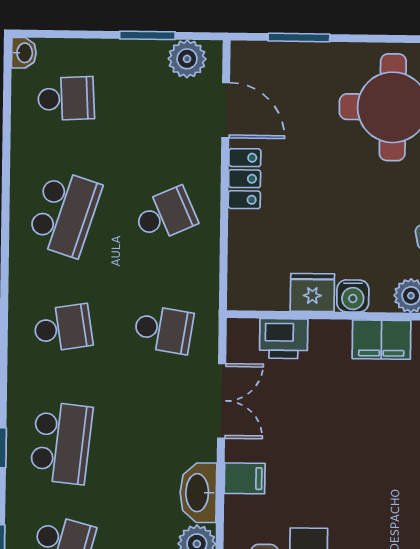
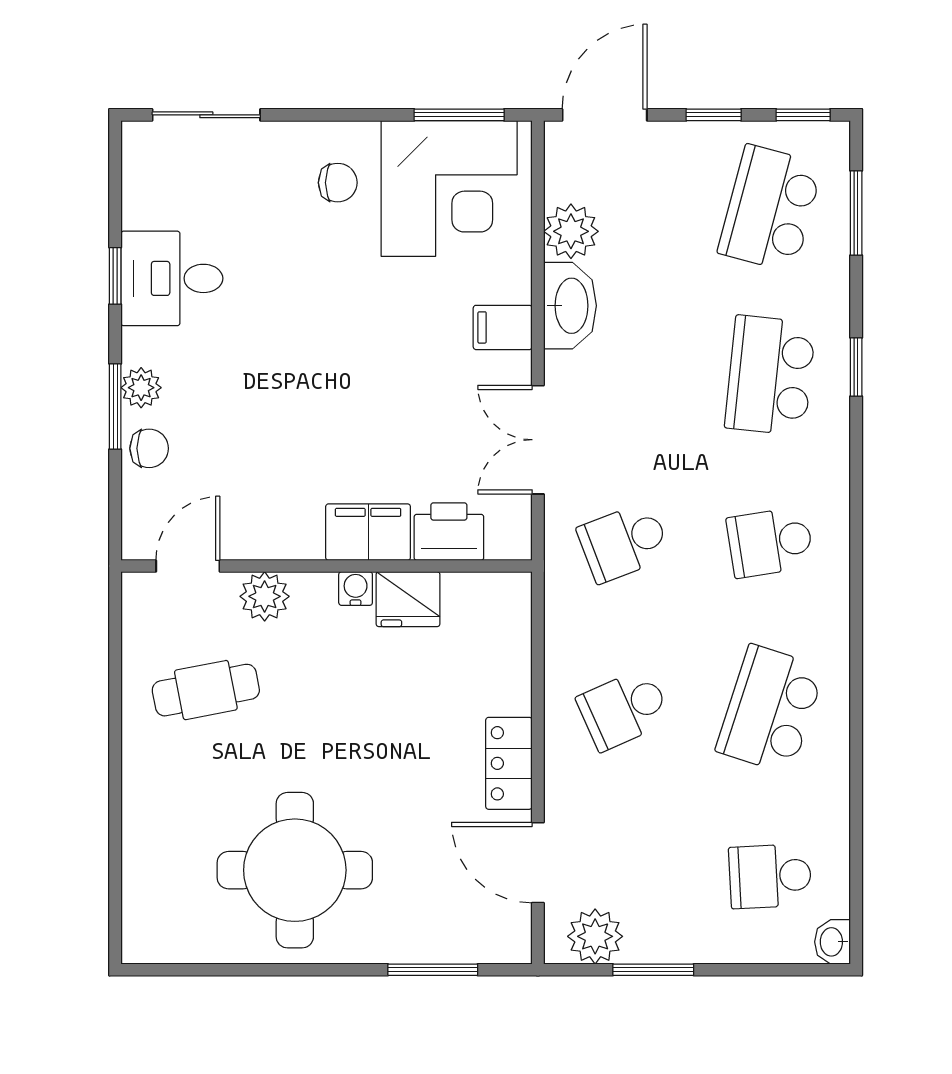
water cooler: (353, 296) -> (356, 589), width x0.72, depth x0.72
school desk: (164, 330) -> (624, 542), turned -30
filing cabinet: (381, 340) -> (368, 532), moved

